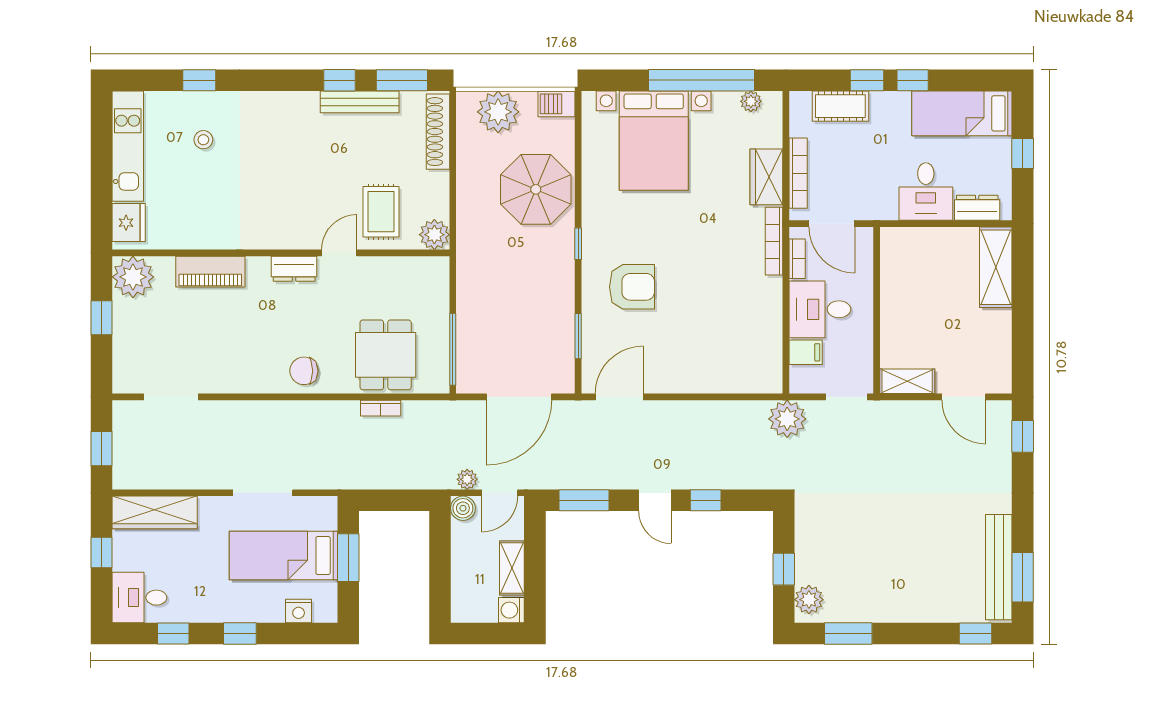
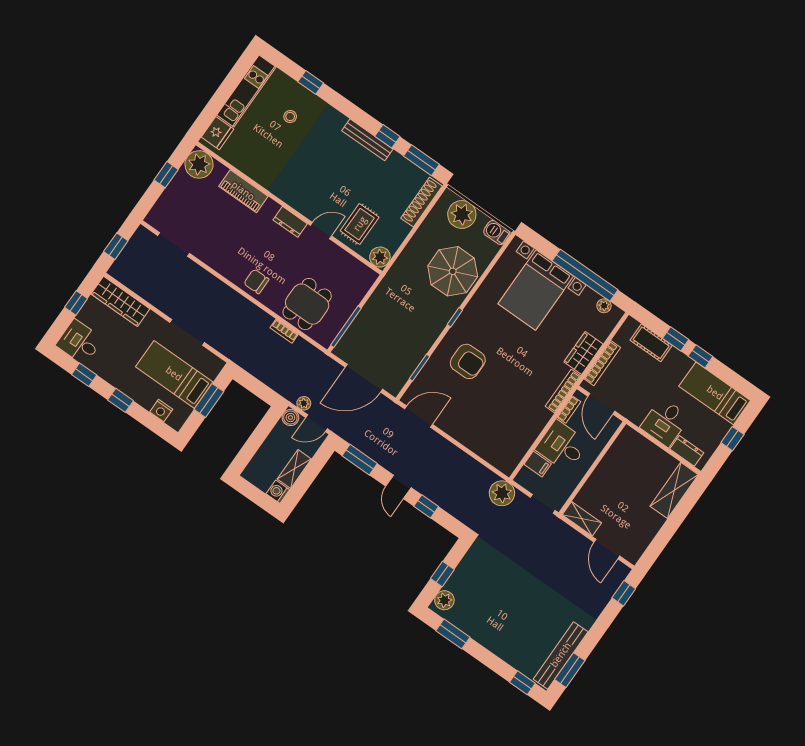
bench: (360, 102) -> (367, 140), moved

